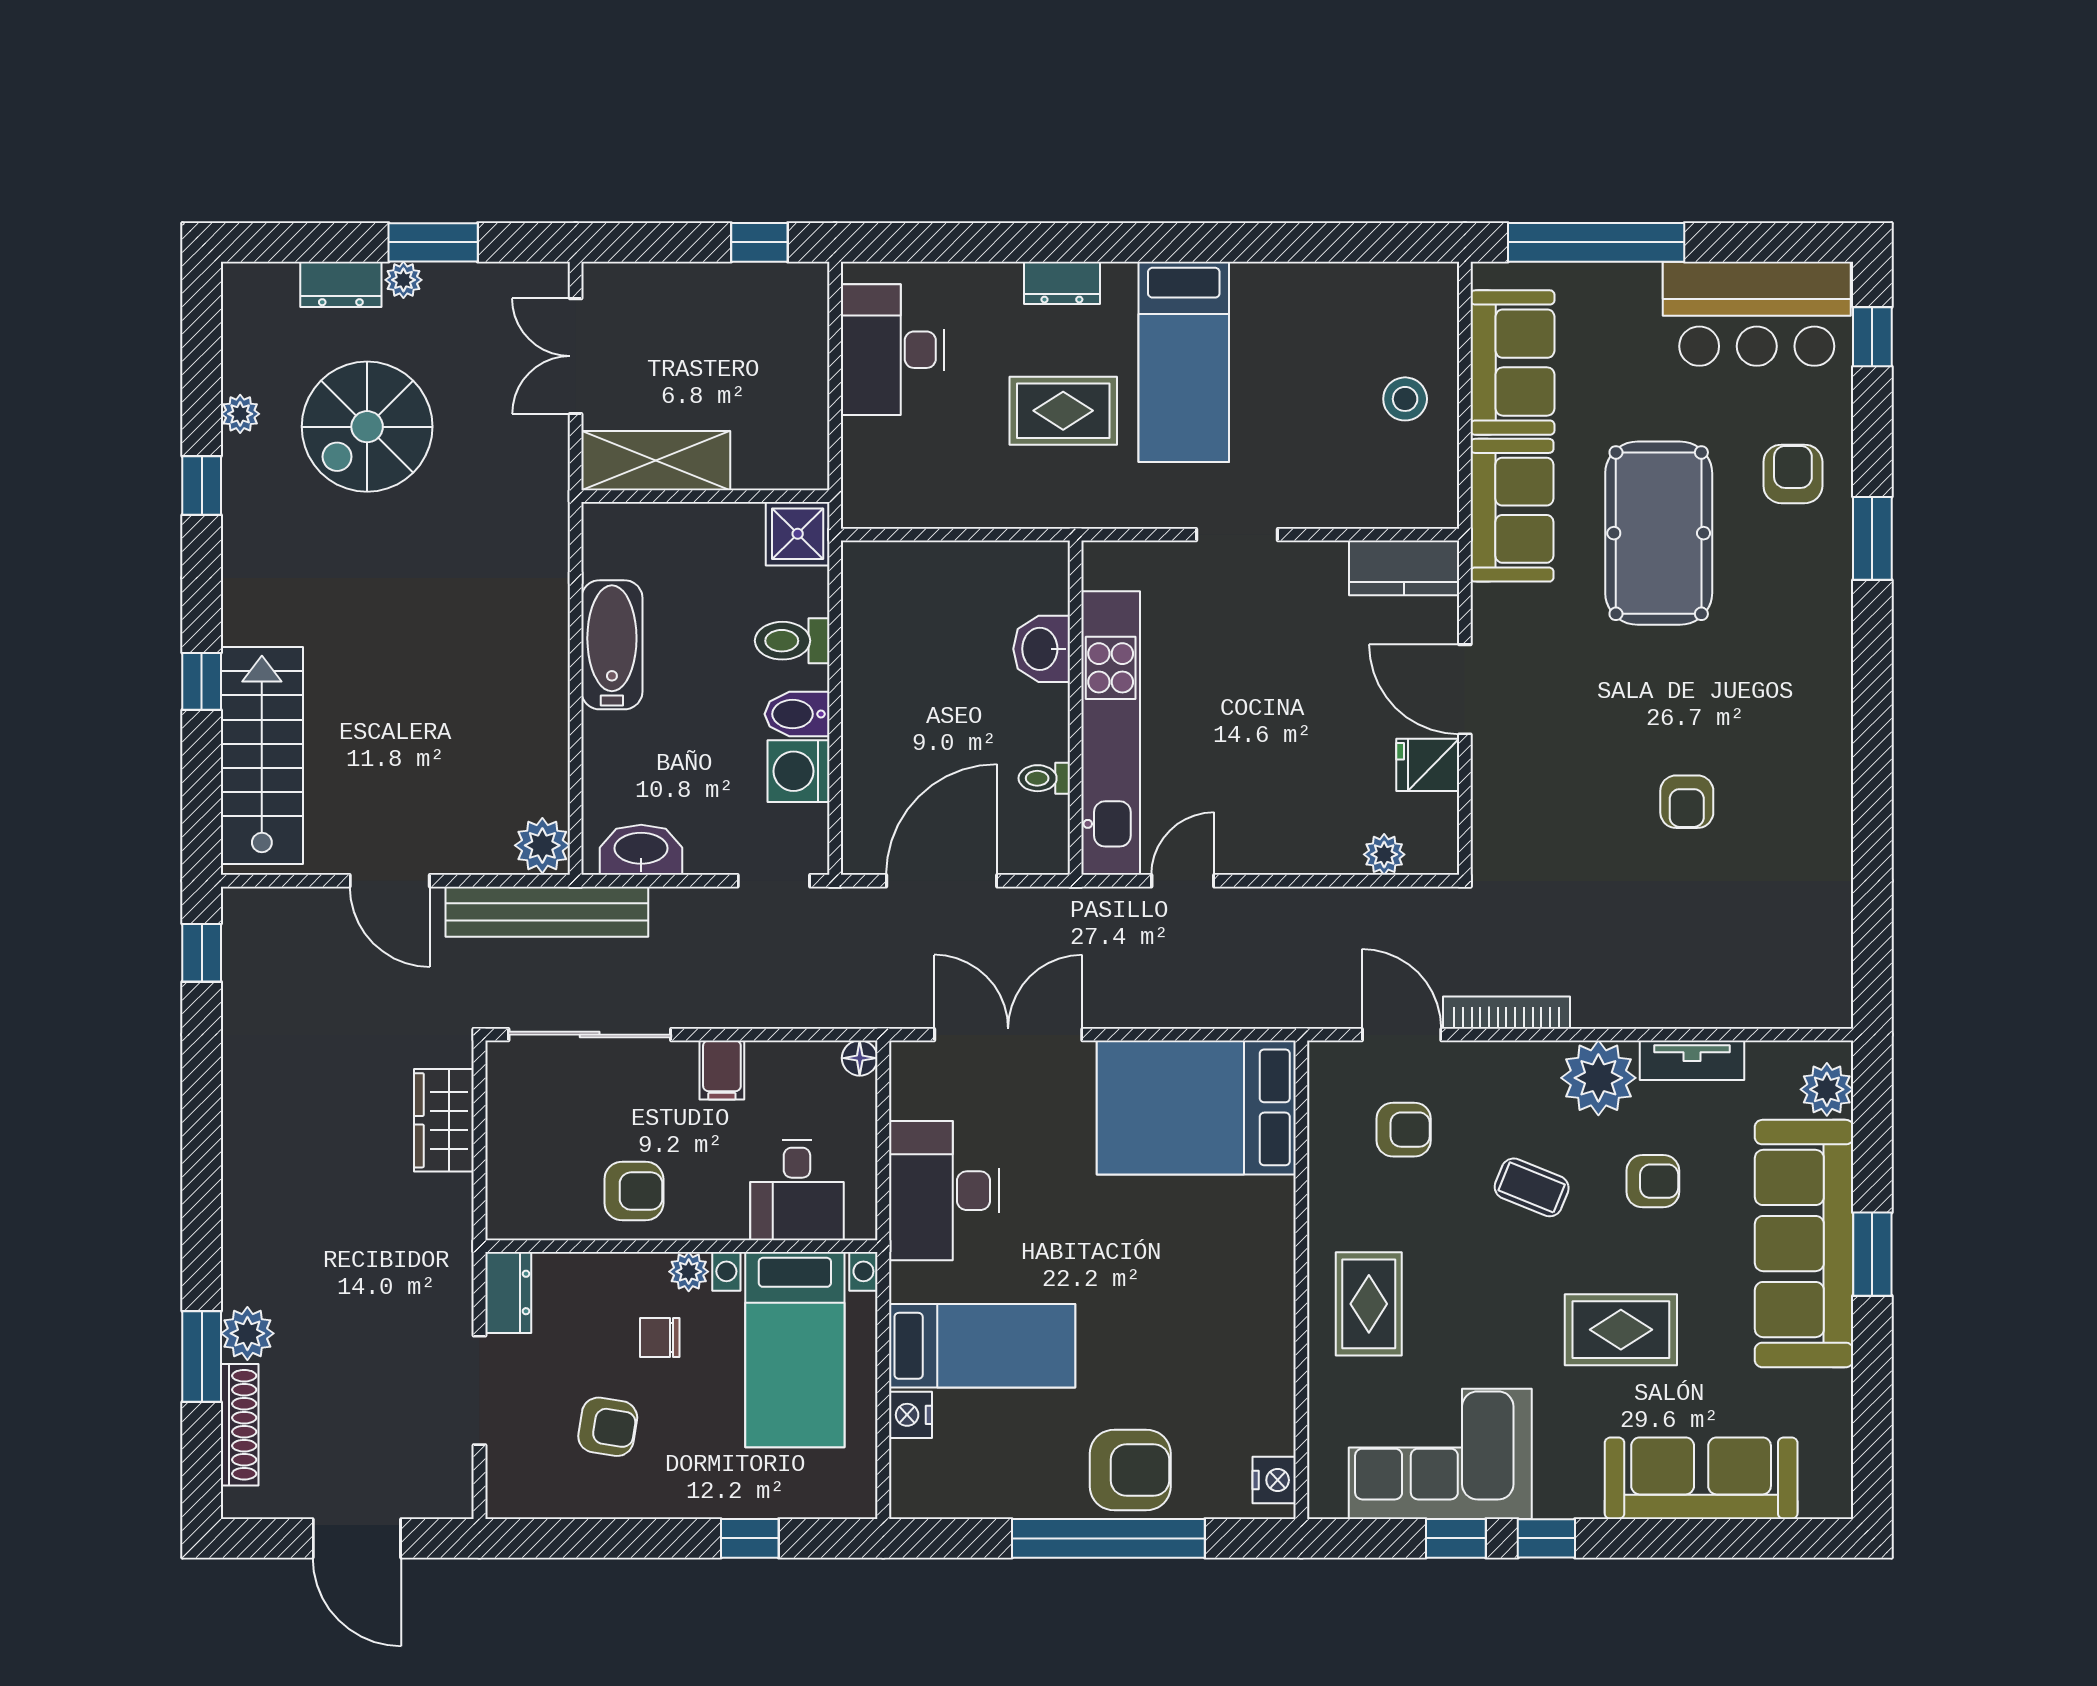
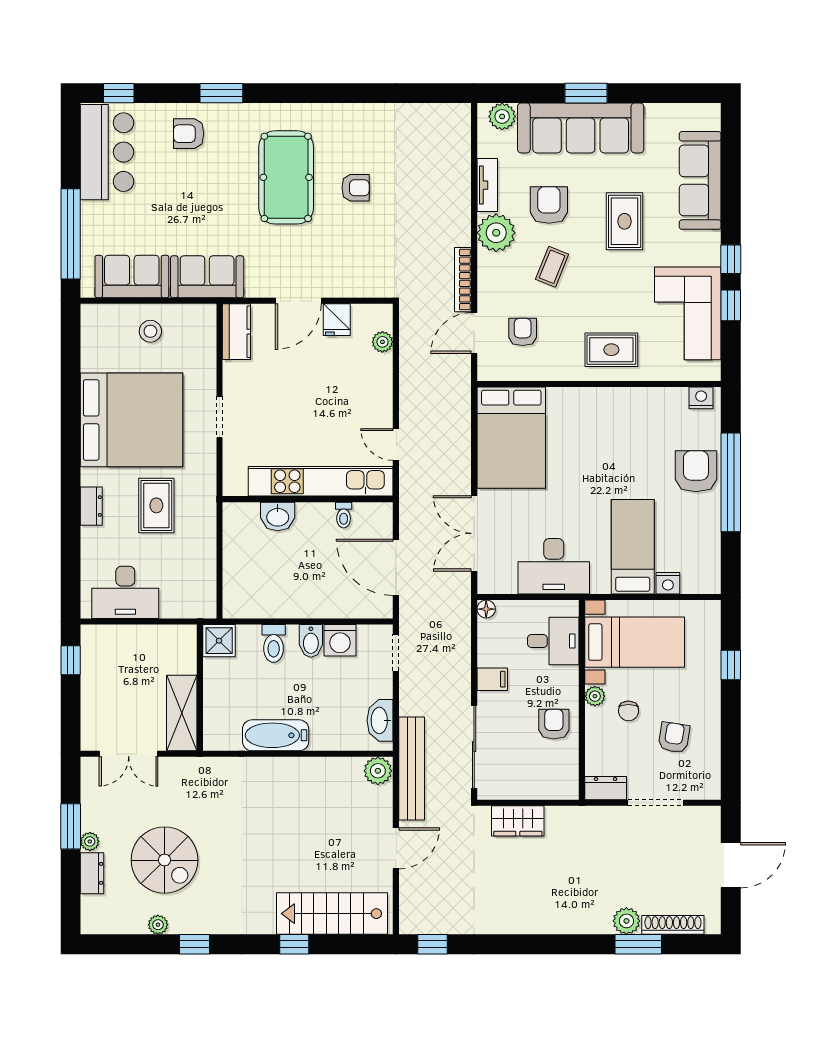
bed: (1184, 362) -> (132, 420), width x2.04
pool table: (1659, 533) -> (286, 177), moved, turned 90
armchair: (1653, 1181) -> (549, 205), width x1.38, depth x1.38

